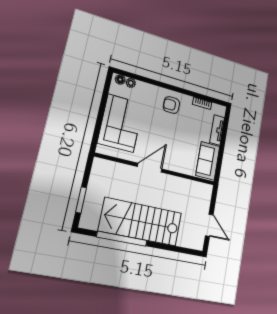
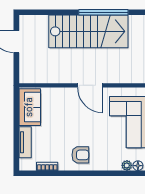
door: (150, 168) -> (90, 85), hinge flipped

